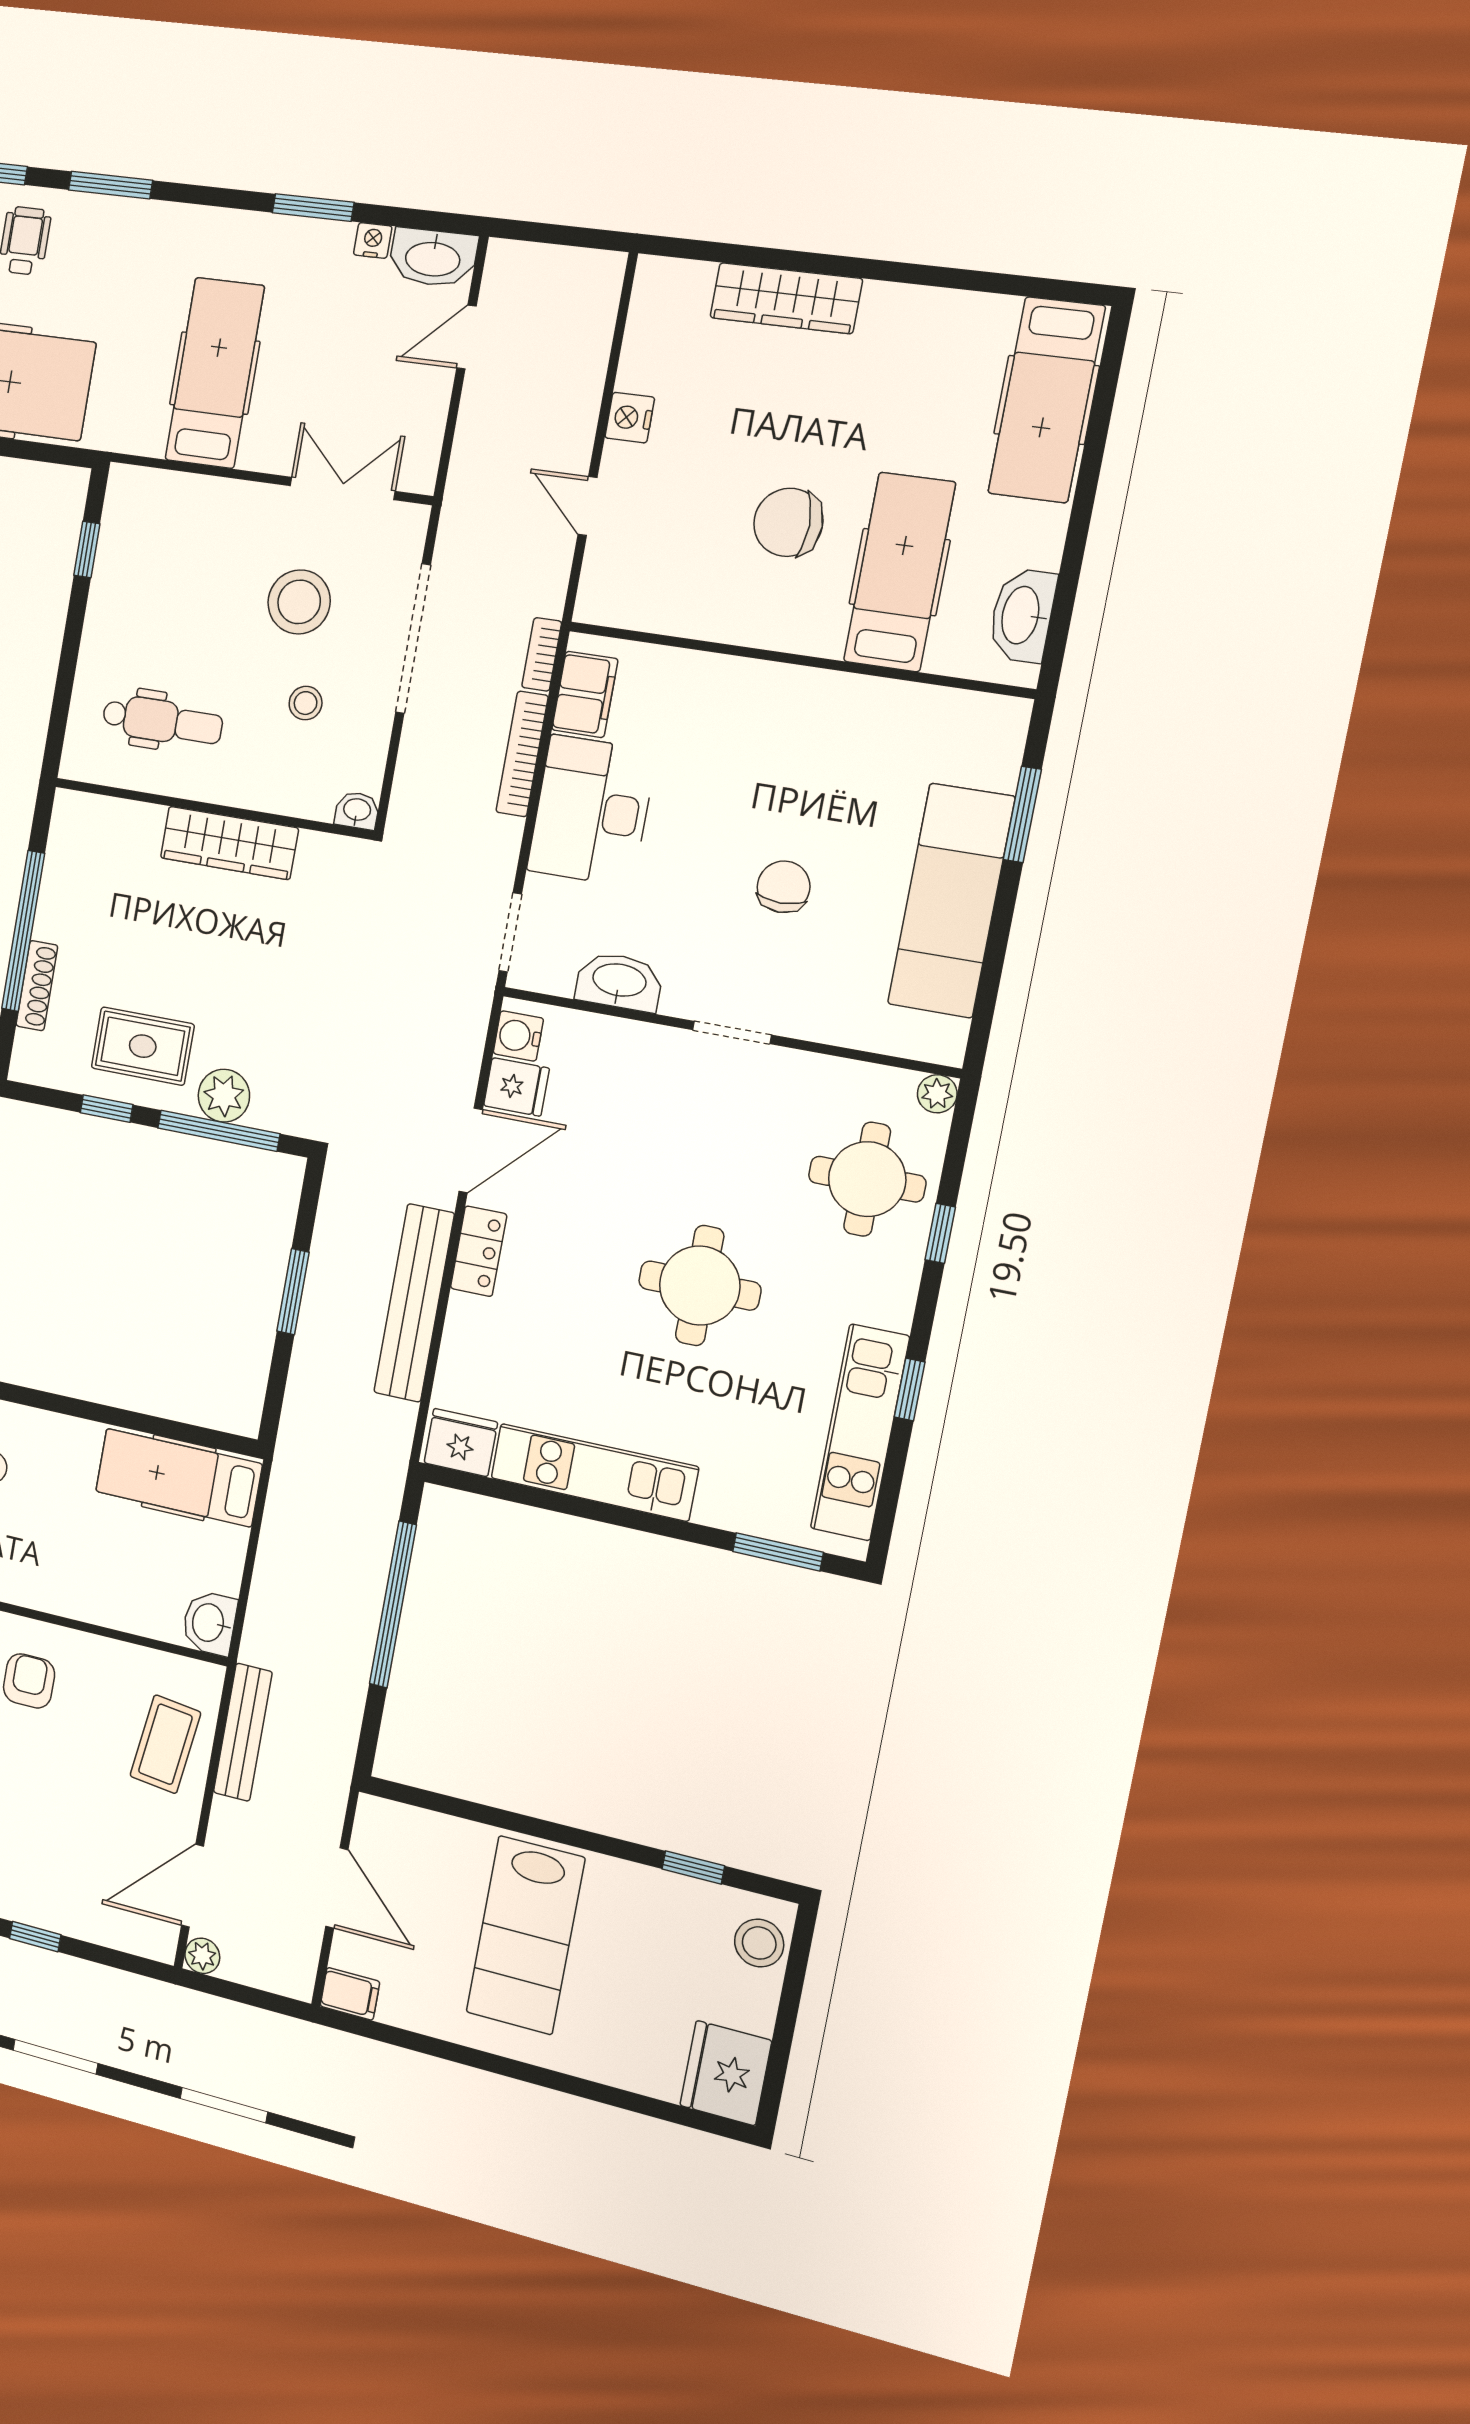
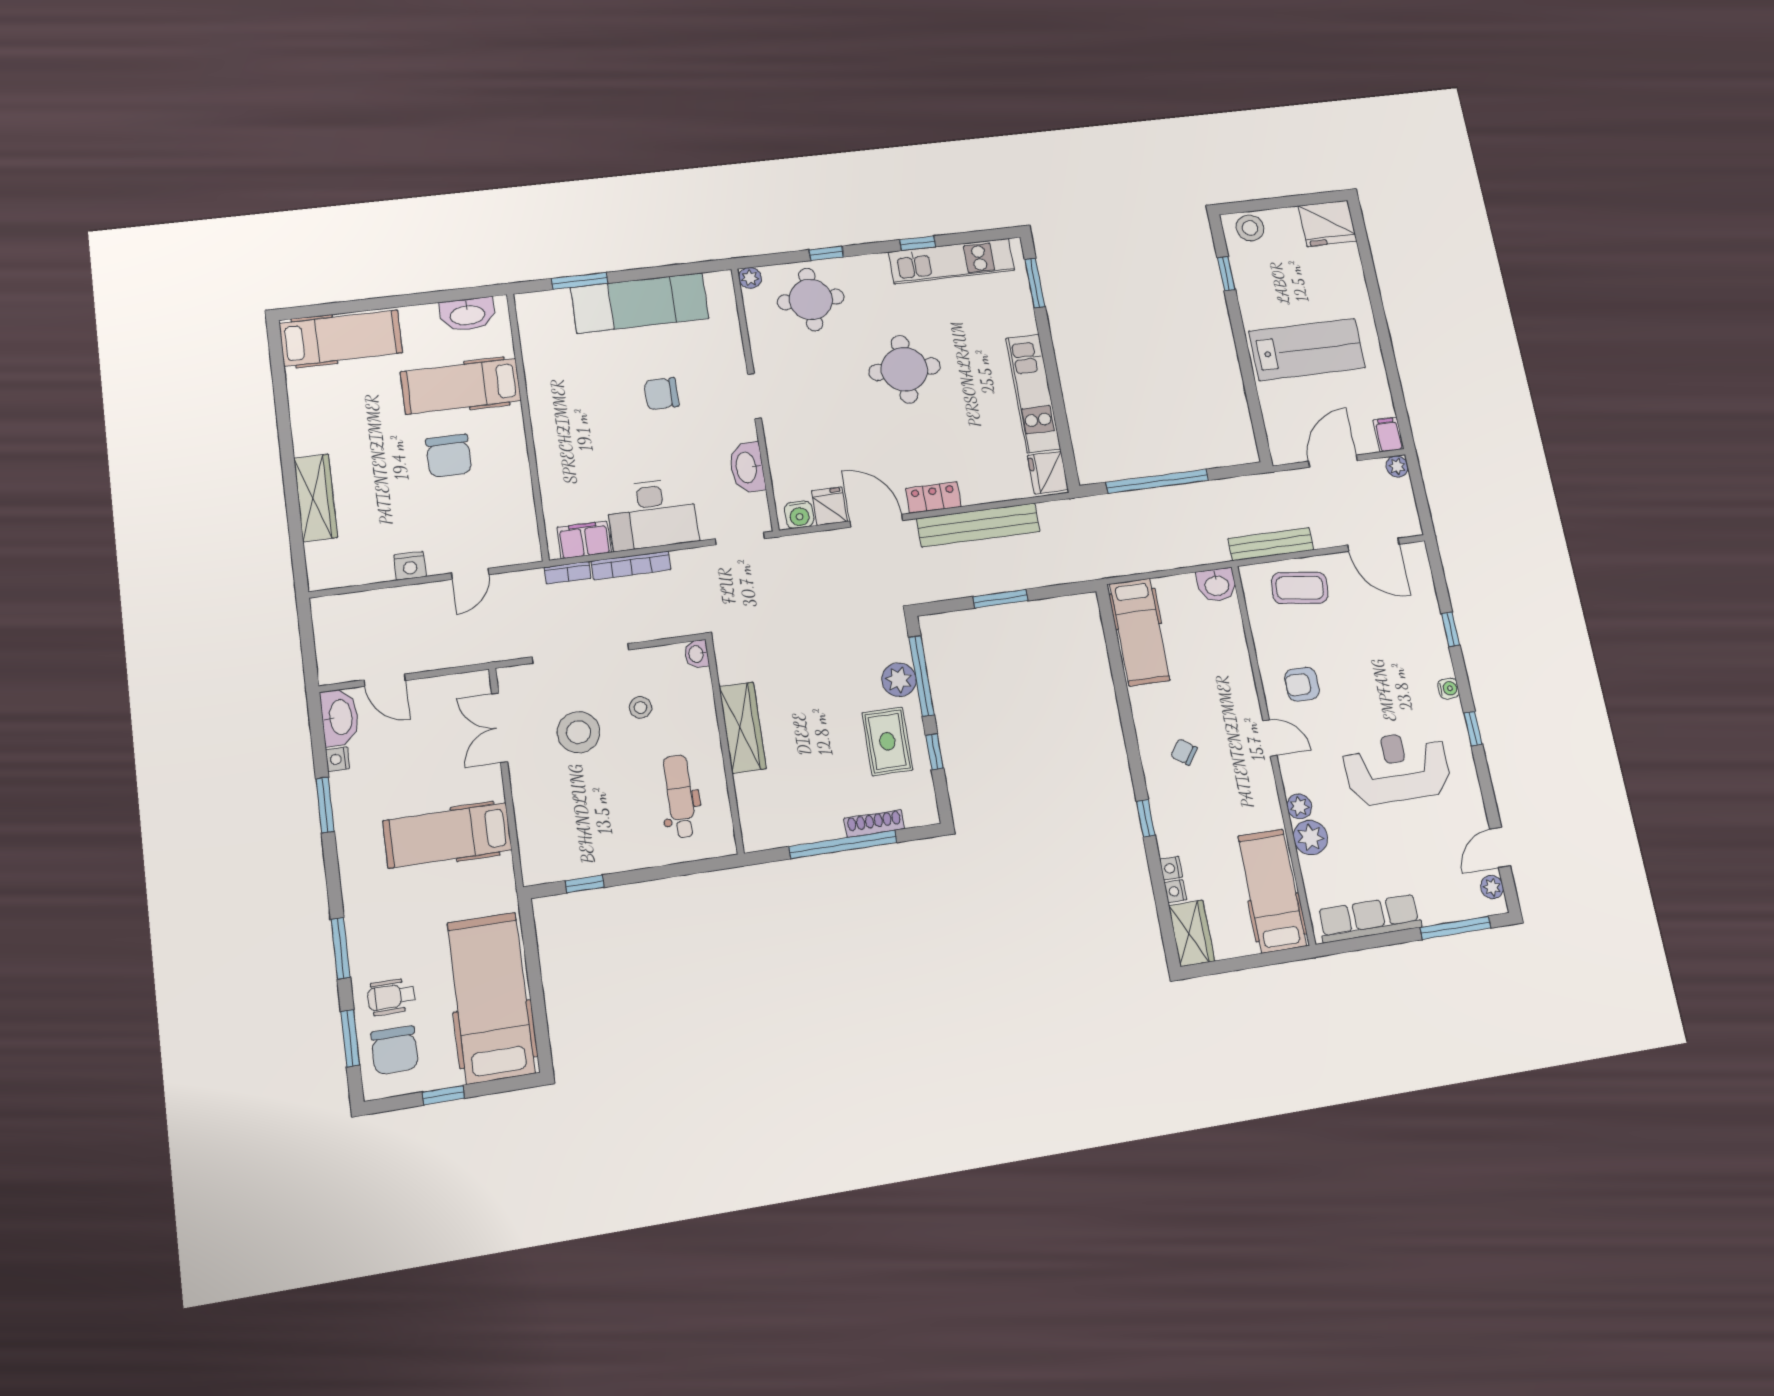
plant: (202, 1956) -> (1397, 466), moved

